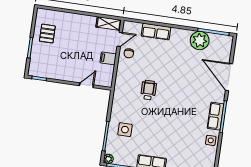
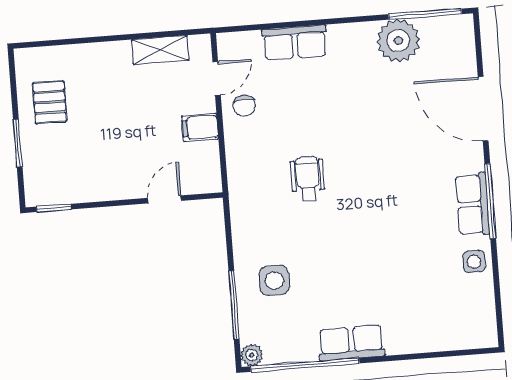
shelving: (109, 23) -> (160, 50), moved

